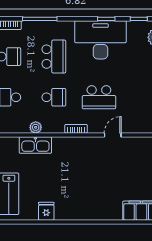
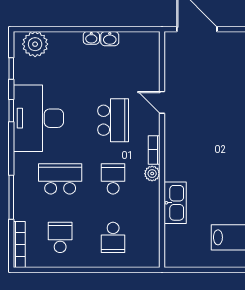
plant: (36, 127) -> (152, 174), moved

